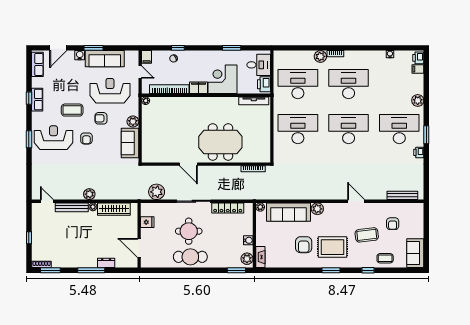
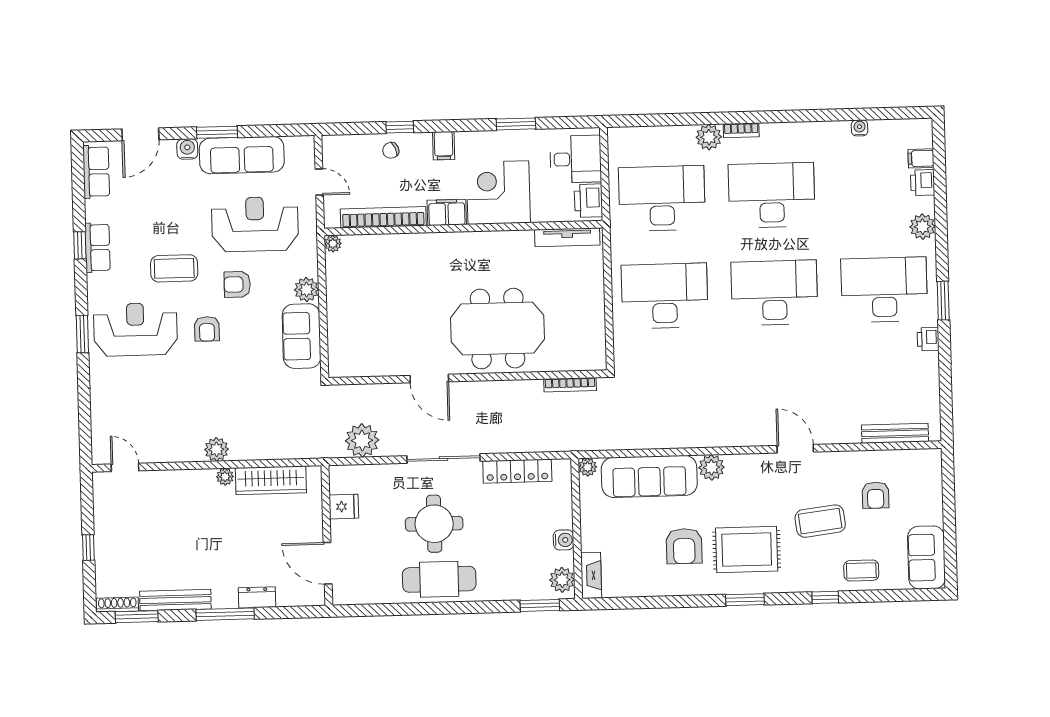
filing cabinet: (147, 57) -> (444, 146), moved
printer: (418, 58) -> (923, 183), moved
bench: (72, 207) -> (175, 600), moved

